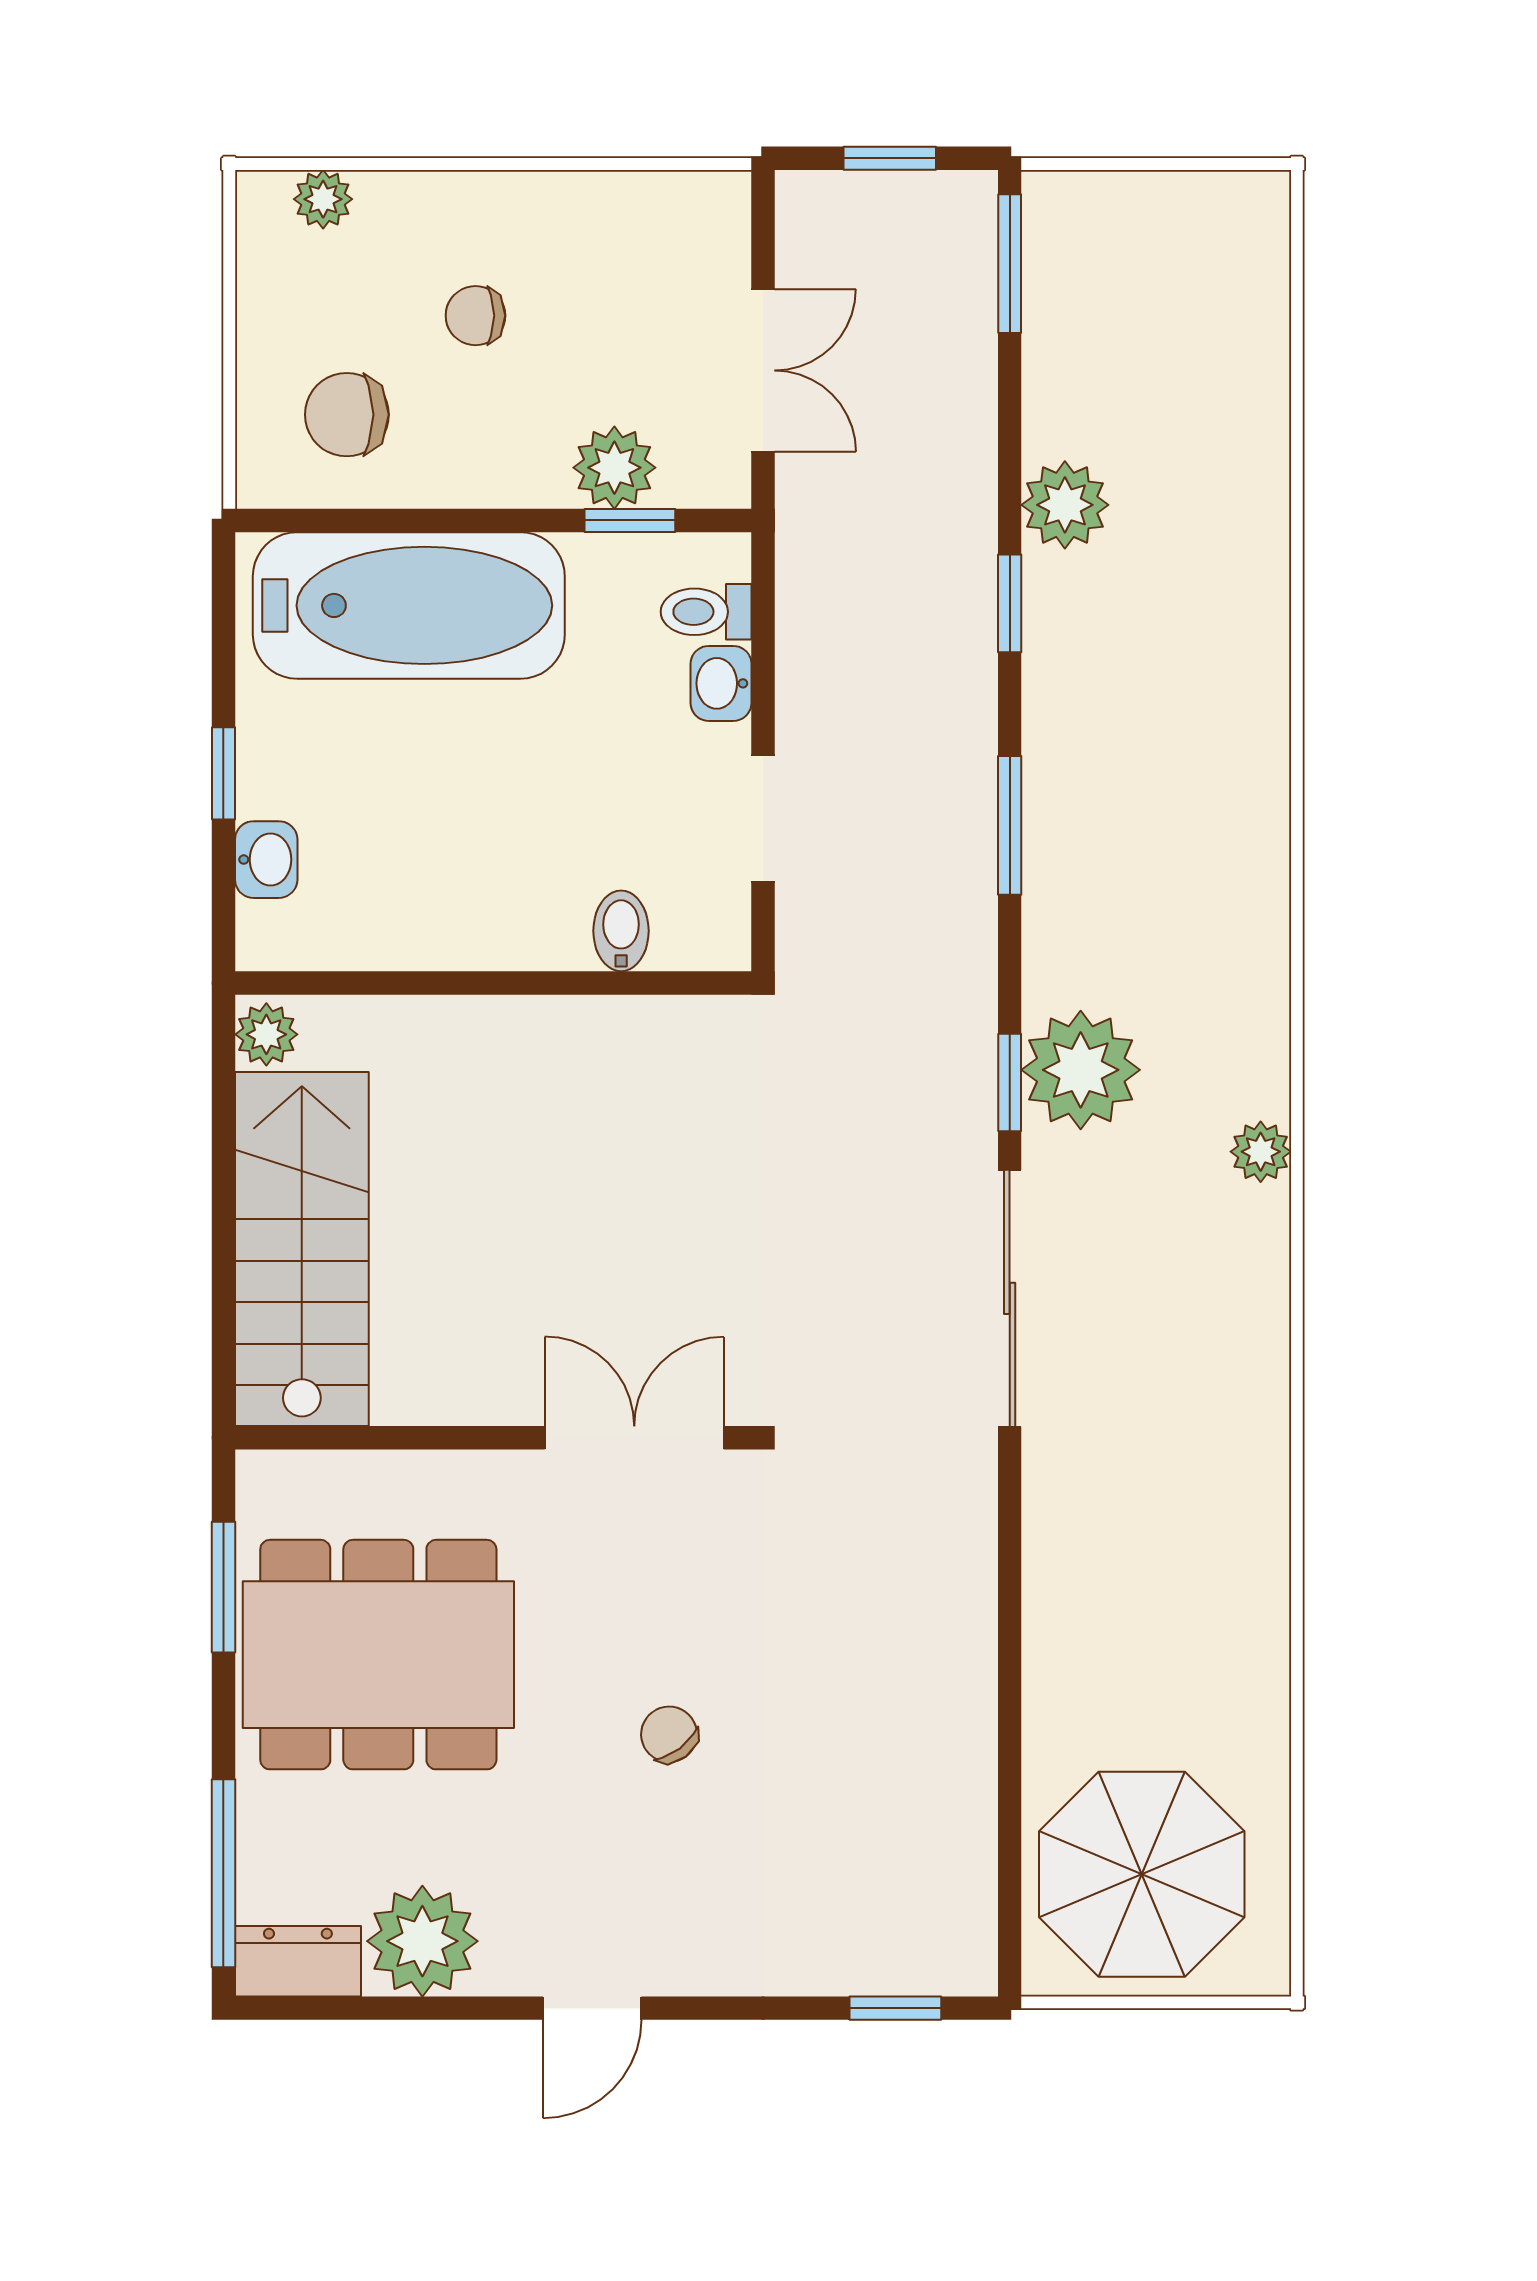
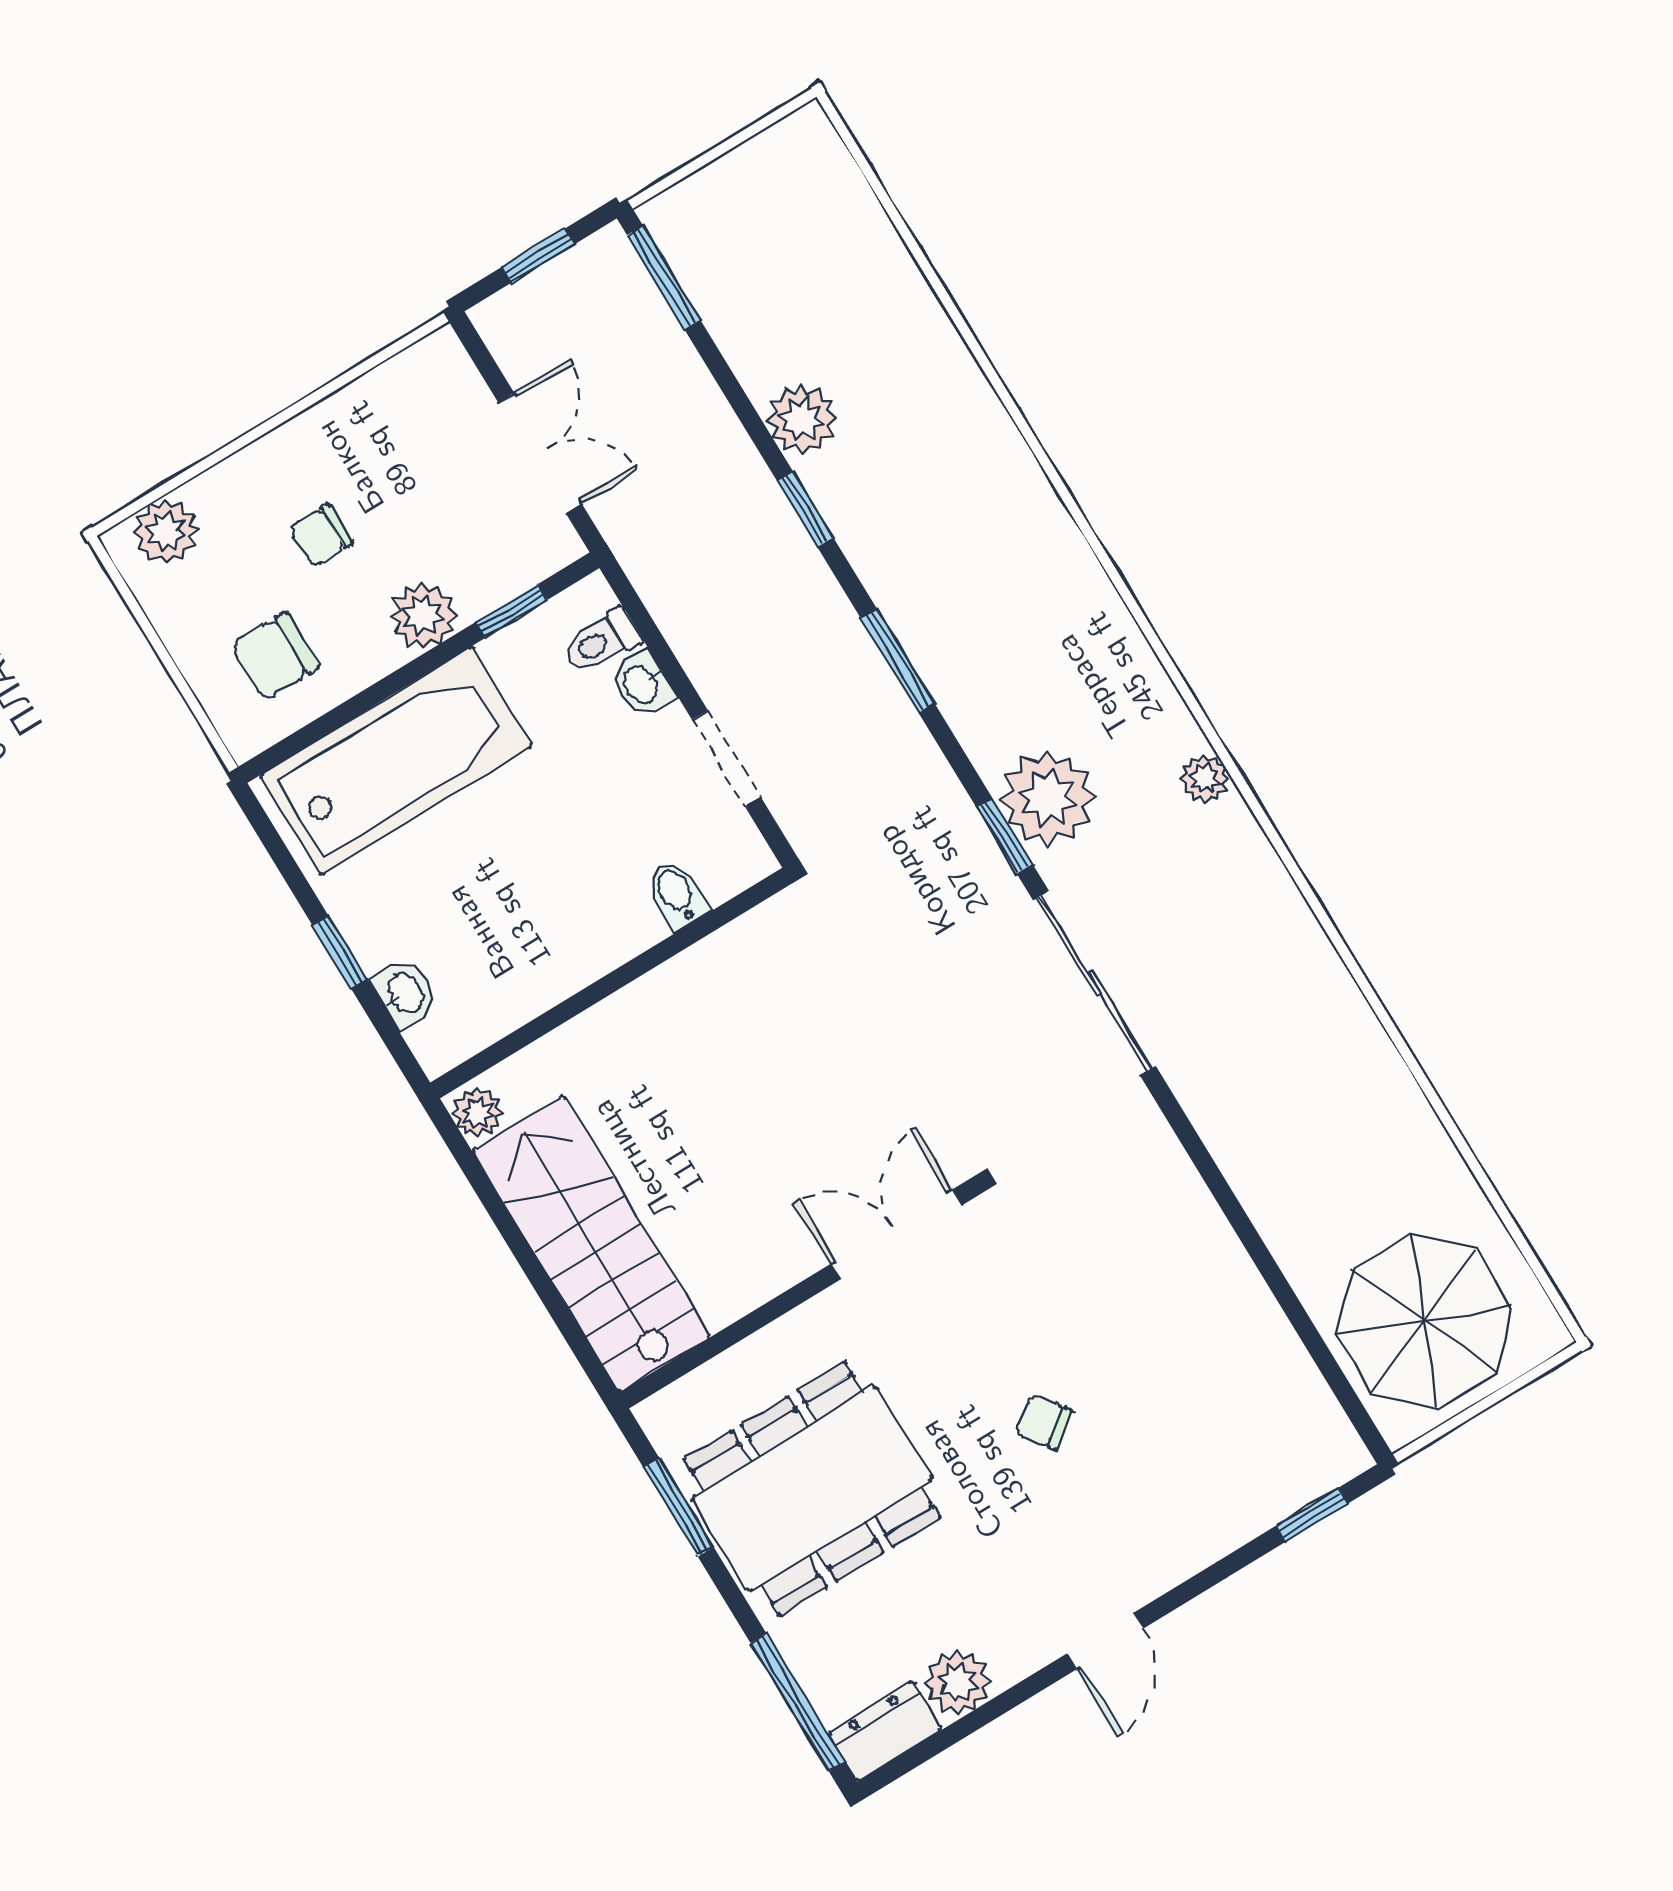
plant: (323, 199) -> (166, 532), width x1.38, depth x1.38
plant: (614, 468) -> (423, 615), moved
plant: (422, 1941) -> (958, 1682), width x0.73, depth x0.73

